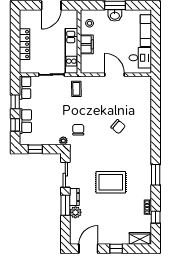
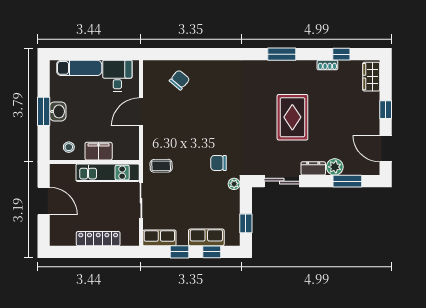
chair: (118, 127) -> (180, 80), moved
window: (65, 205) -> (347, 181), moved

